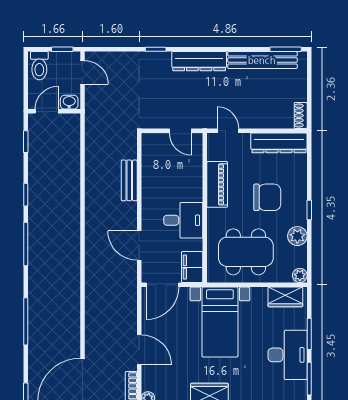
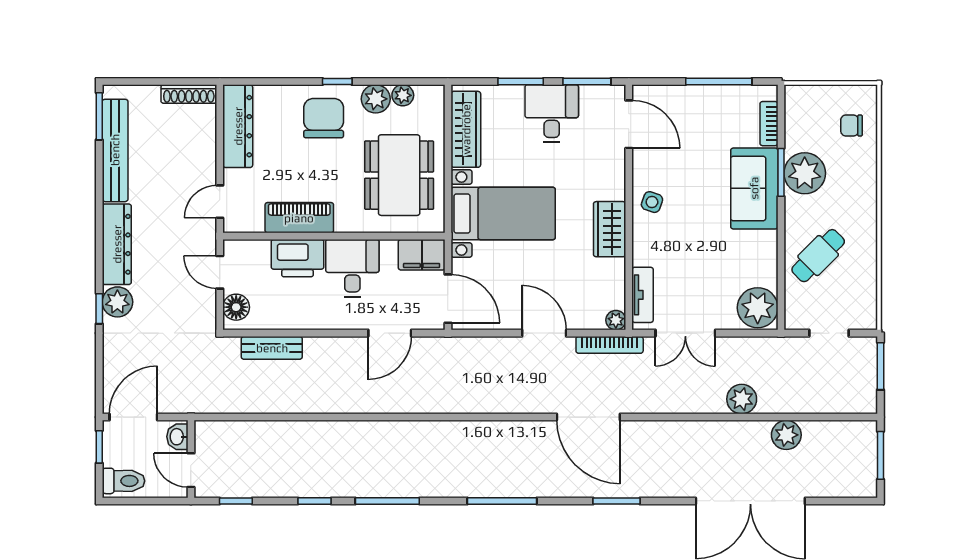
plant: (160, 62) -> (117, 302), added
door: (82, 72) -> (133, 417), width x1.38
shoe rack: (301, 115) -> (189, 94), width x1.43
door: (180, 131) -> (220, 272), swing flipped
floor lamp: (157, 142) -> (236, 307), added
bench: (129, 180) -> (272, 348), moved
printer: (190, 183) -> (297, 258), added
chair: (267, 197) -> (324, 118), moved
plant: (300, 275) -> (403, 95), moved
wardrobe: (285, 297) -> (466, 129), width x1.50
door: (139, 350) -> (544, 333), hinge flipped
desk: (288, 355) -> (552, 113), width x0.73

